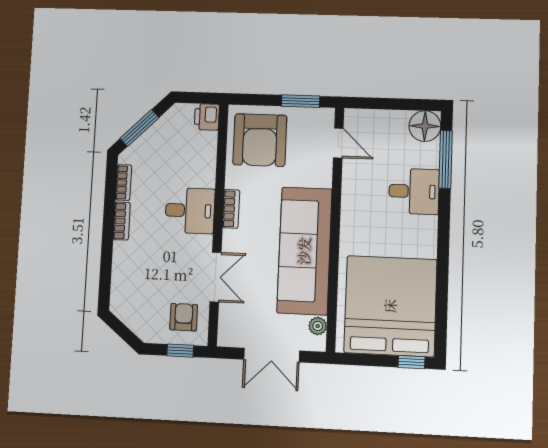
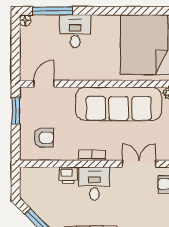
printer: (207, 117) -> (68, 175), moved
floor lamp: (425, 126) -> (25, 20), width x0.53, depth x0.53
armchair: (260, 140) -> (44, 138), width x0.53, depth x0.53

